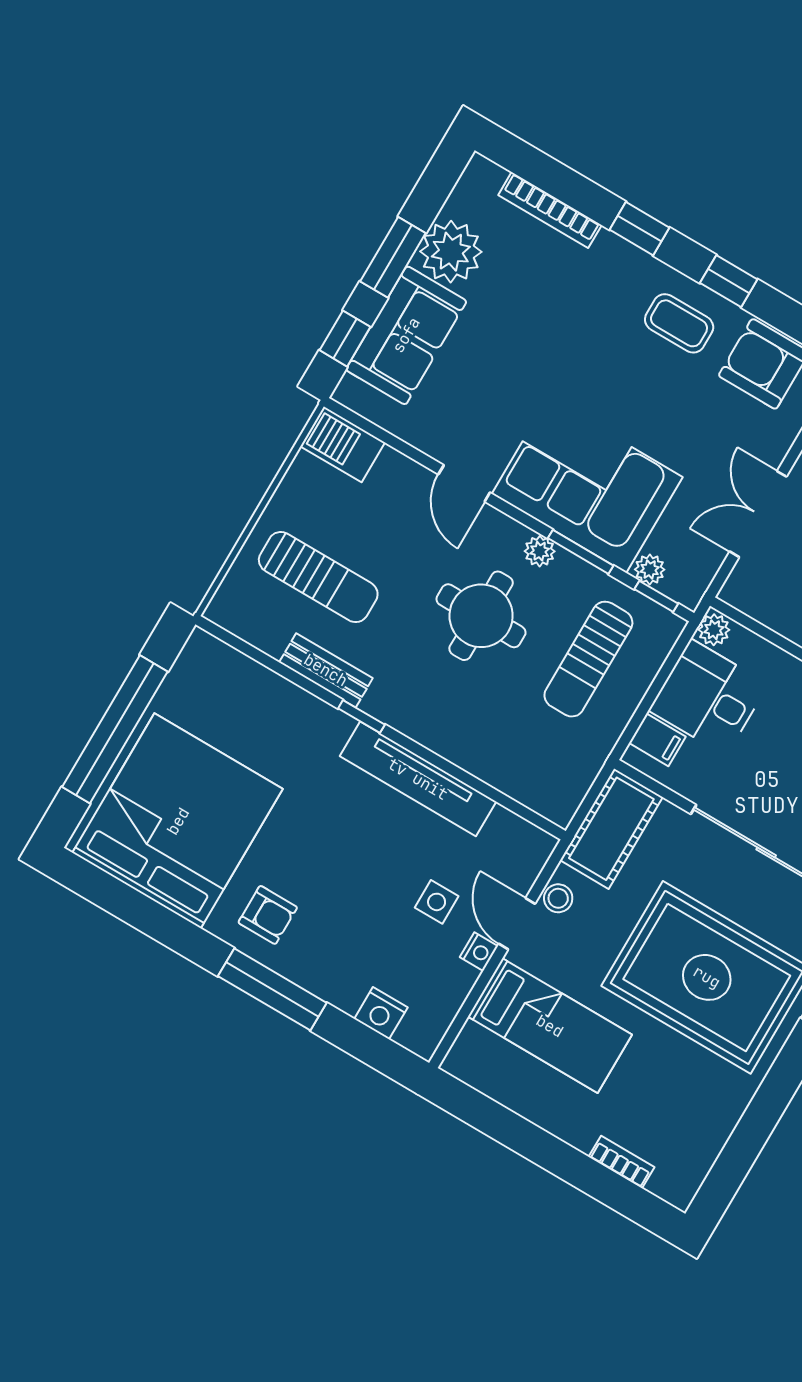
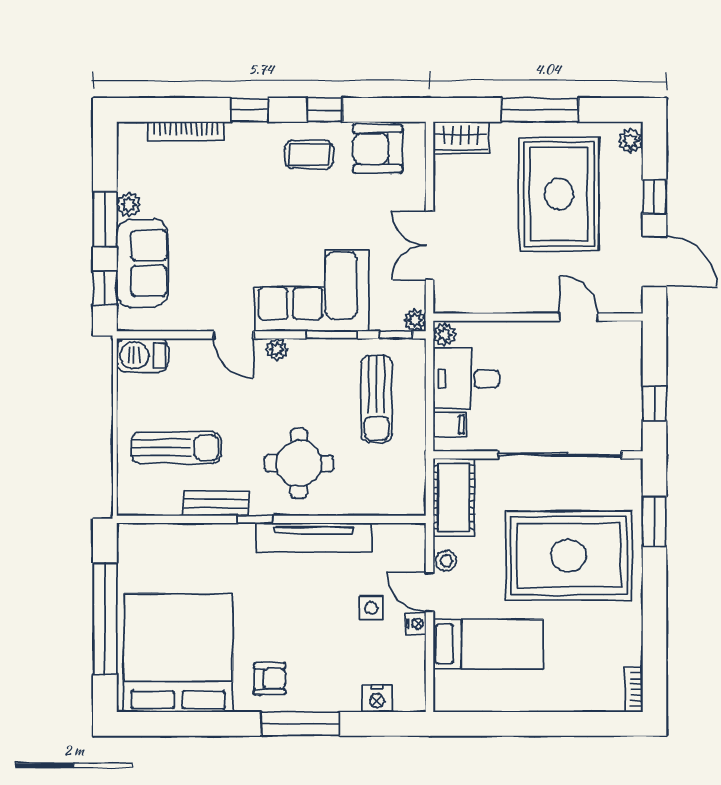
plant: (451, 252) -> (129, 205), width x0.53, depth x0.53
plant: (540, 551) -> (277, 350), moved
plant: (650, 569) -> (415, 320), moved
round table: (481, 616) -> (299, 463), moved
bookcase: (622, 1162) -> (634, 689), moved, turned -90

